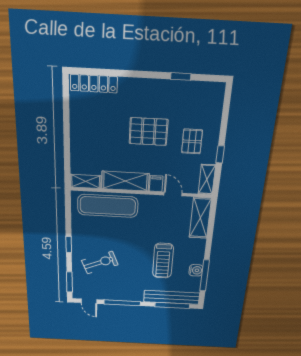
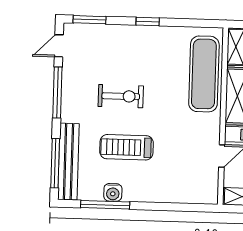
shelving: (200, 218) -> (190, 192), removed
exercise bike: (100, 263) -> (121, 96), moved, turned -68

